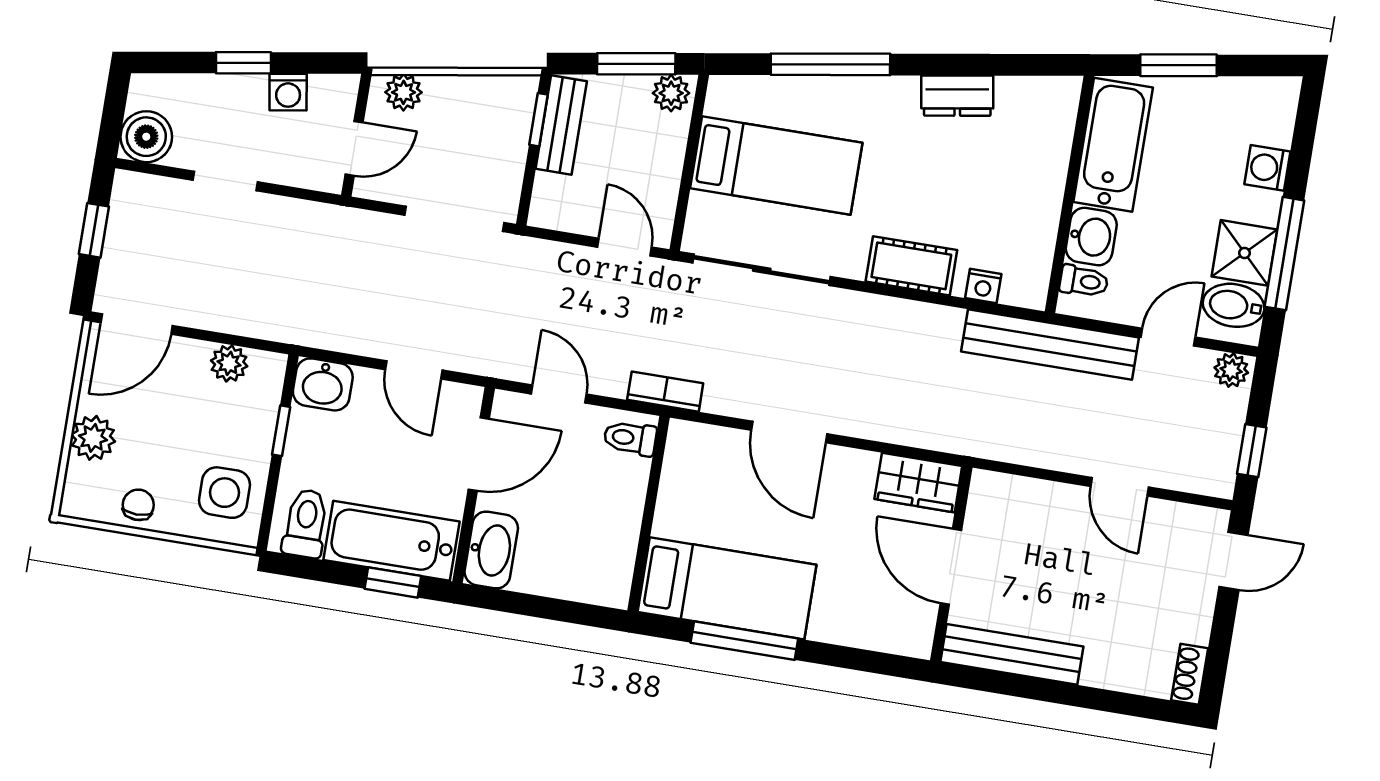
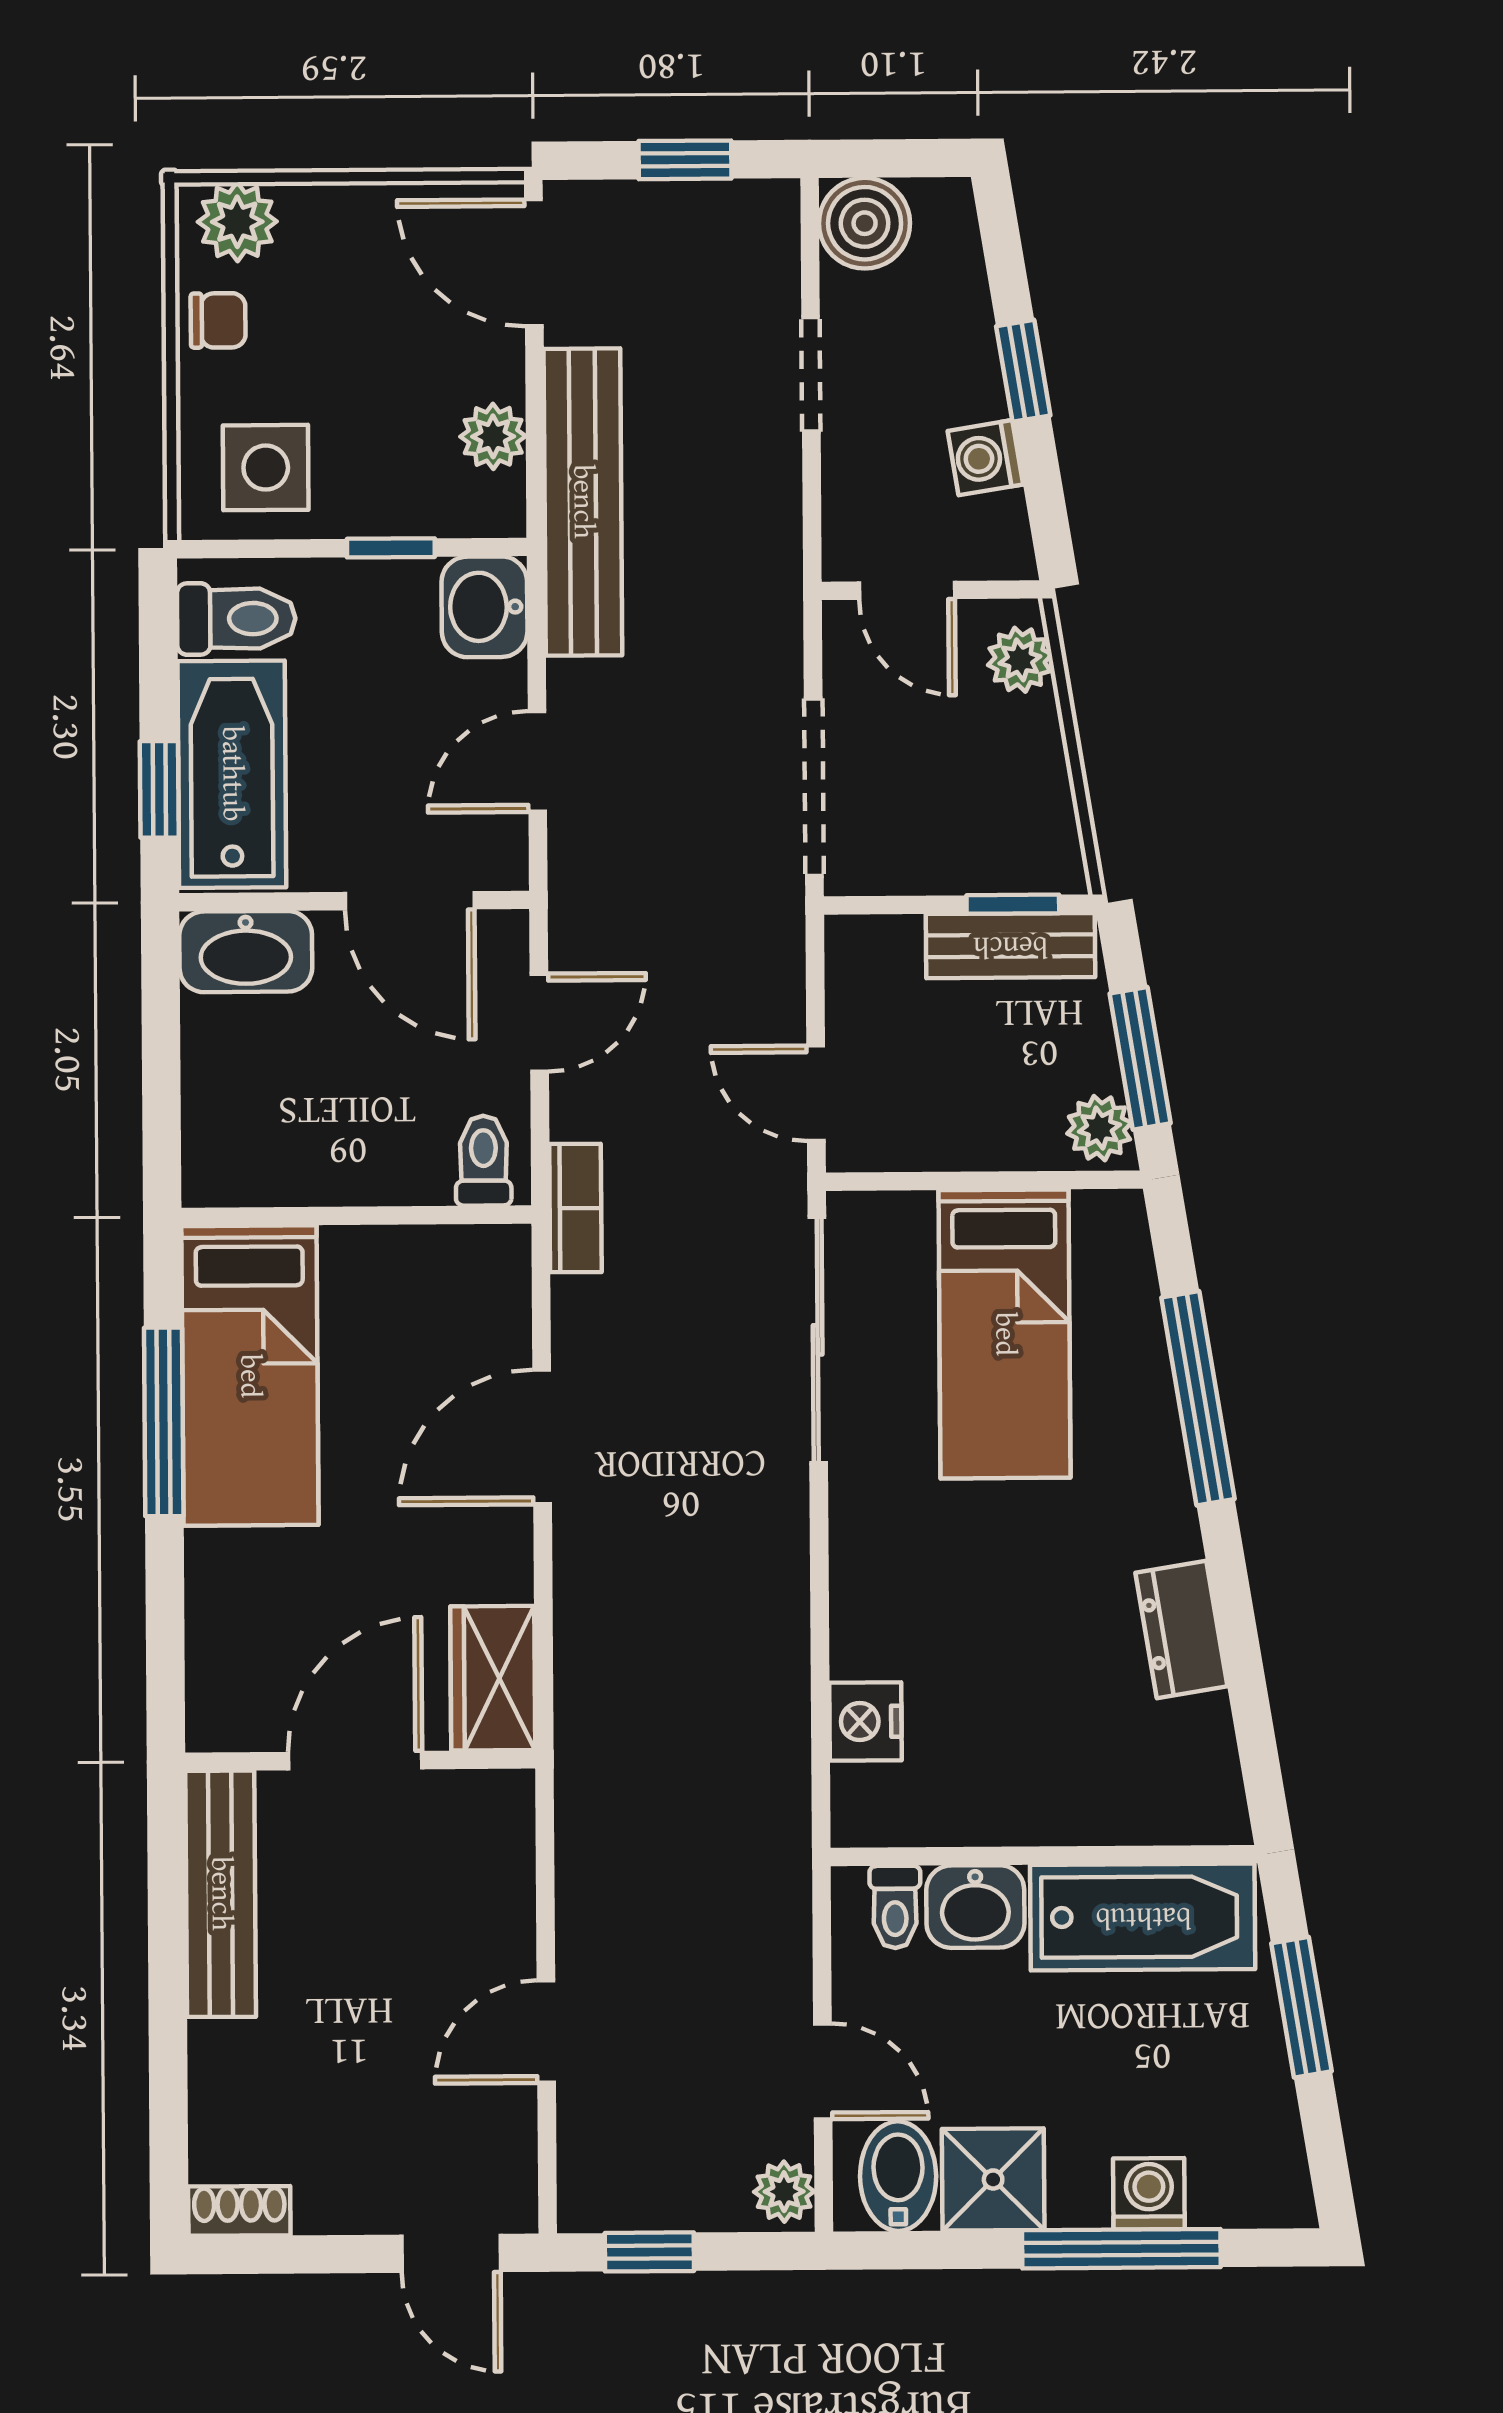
door: (625, 247) -> (816, 1093), swing flipped
window: (1284, 254) -> (1121, 2249), moved
cot: (911, 266) -> (870, 1601), removed
nightstand: (983, 286) -> (865, 1721), width x1.39, depth x1.35
bench: (1050, 345) -> (583, 502), moved
plant: (93, 438) -> (237, 222), moved

